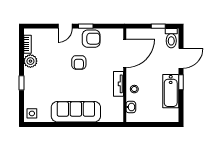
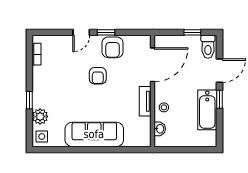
armchair: (91, 39) -> (113, 47), turned 90
plant: (30, 61) -> (40, 116), moved

